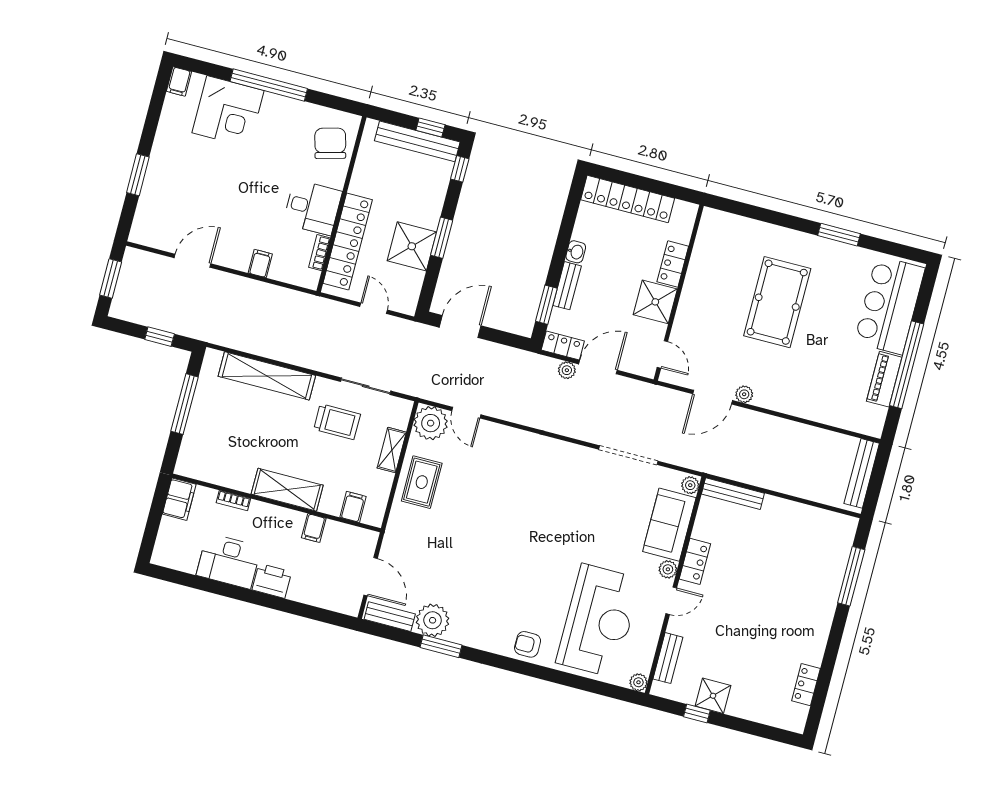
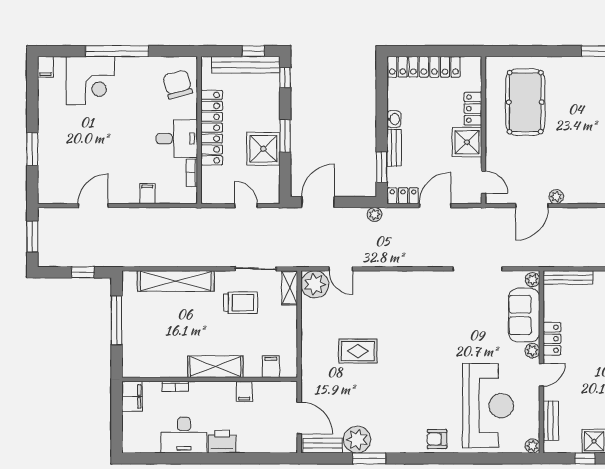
locker: (348, 241) -> (212, 128), moved
pool table: (777, 302) -> (525, 102), moved
plant: (567, 370) -> (375, 214), moved
shelving: (392, 450) -> (290, 288), moved
rug: (422, 482) -> (358, 351), moved, turned 90

